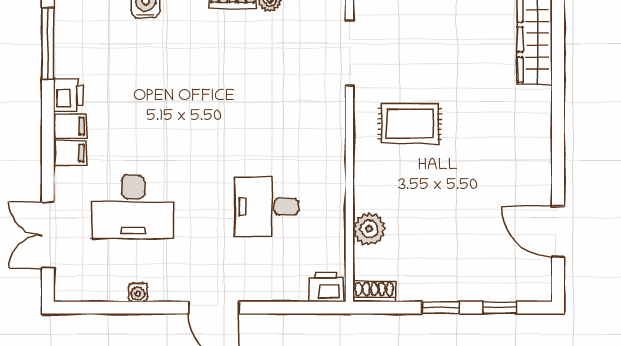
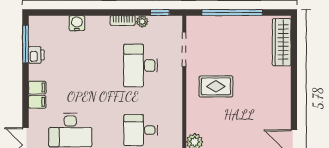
desk: (267, 84) -> (141, 66), added
printer: (68, 95) -> (36, 55), moved

